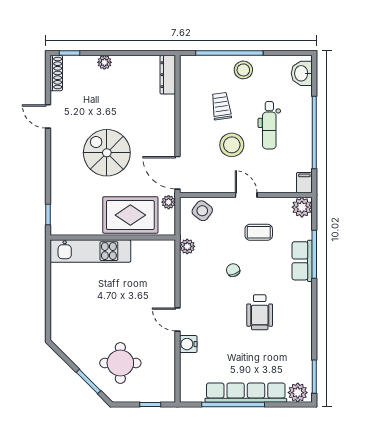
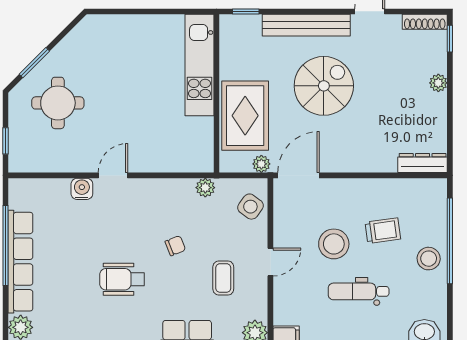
bench: (59, 167) -> (306, 25), added

